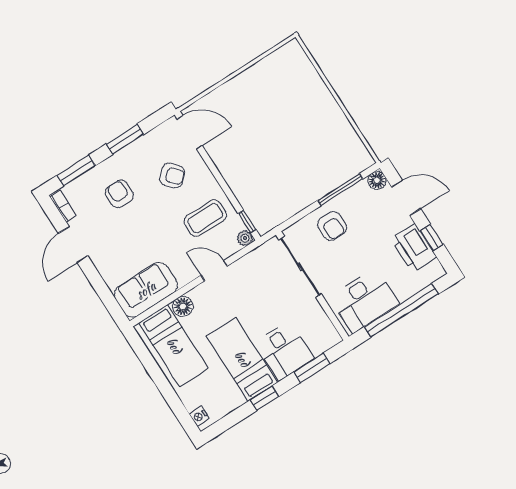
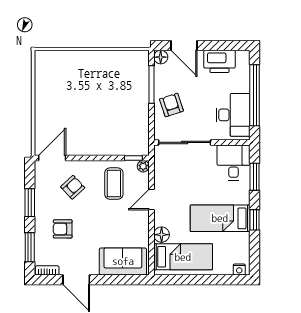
door: (406, 198) -> (184, 46), swing flipped
armchair: (332, 226) -> (171, 105), turned -108
window: (432, 238) -> (220, 46), removed
sofa: (146, 290) -> (123, 261), moved, turned 90
desk: (284, 351) -> (233, 163), moved, turned -90

